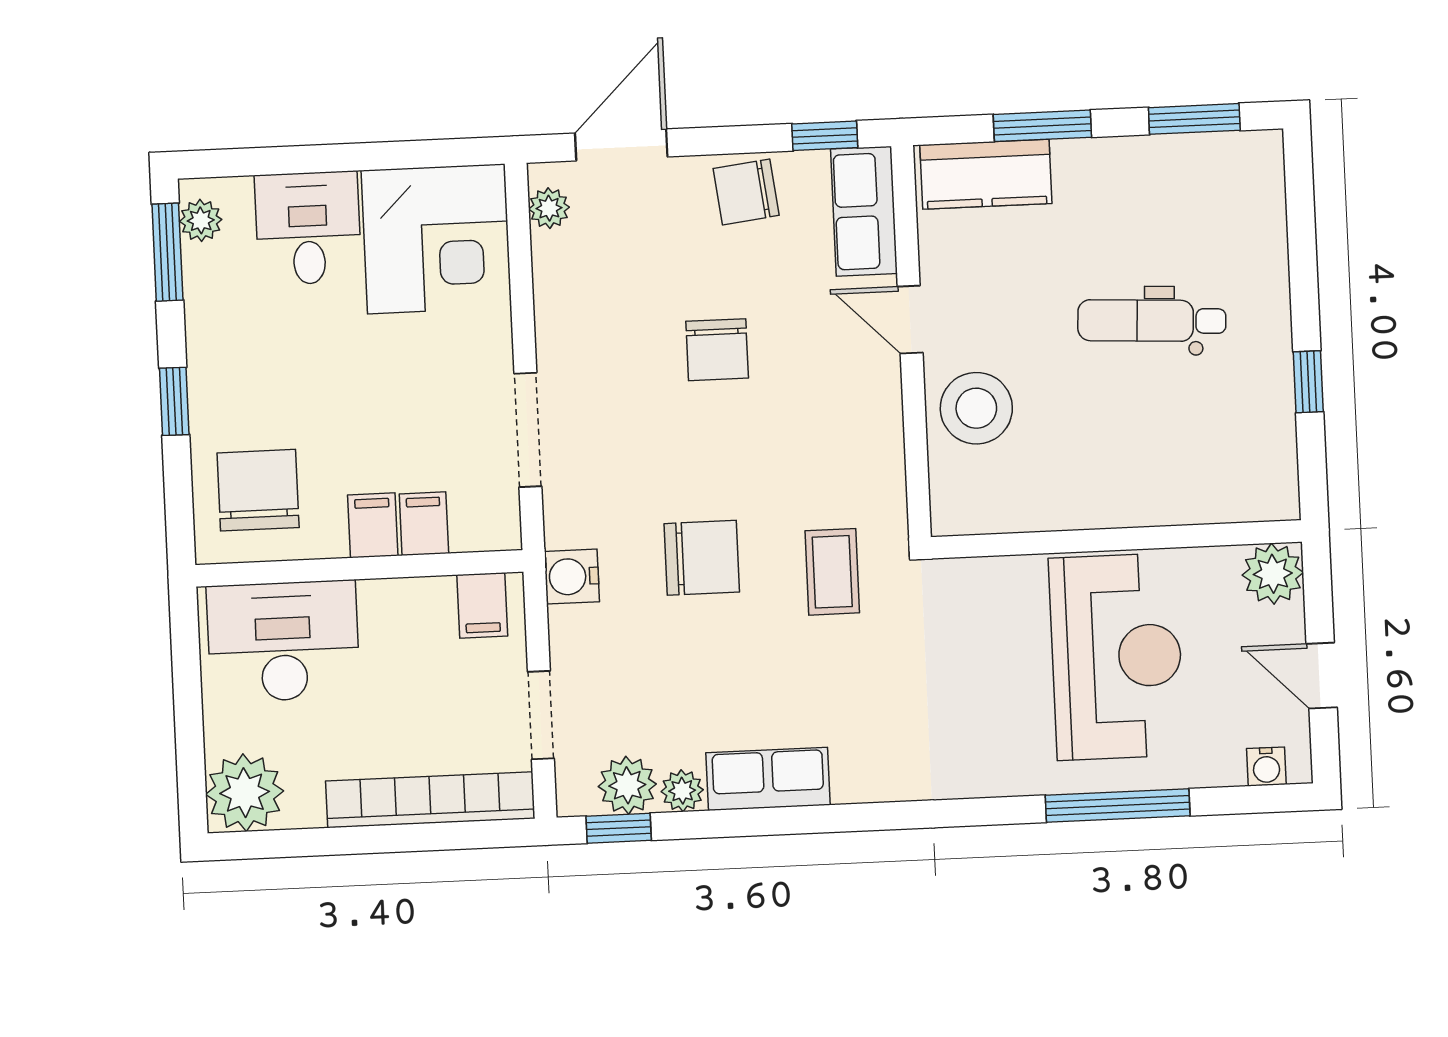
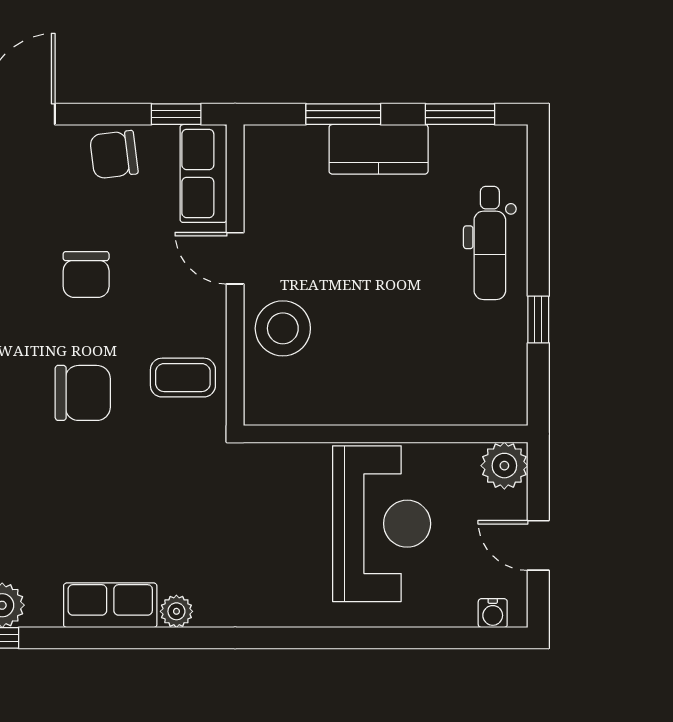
kitchen counter: (986, 174) -> (379, 149), moved
dental chair: (1152, 321) -> (490, 243), moved, turned -93
chair: (702, 558) -> (83, 393), moved
coffee table: (832, 572) -> (183, 378), moved, turned 90
plant: (682, 791) -> (176, 611), moved
window: (1118, 806) -> (377, 638), removed

